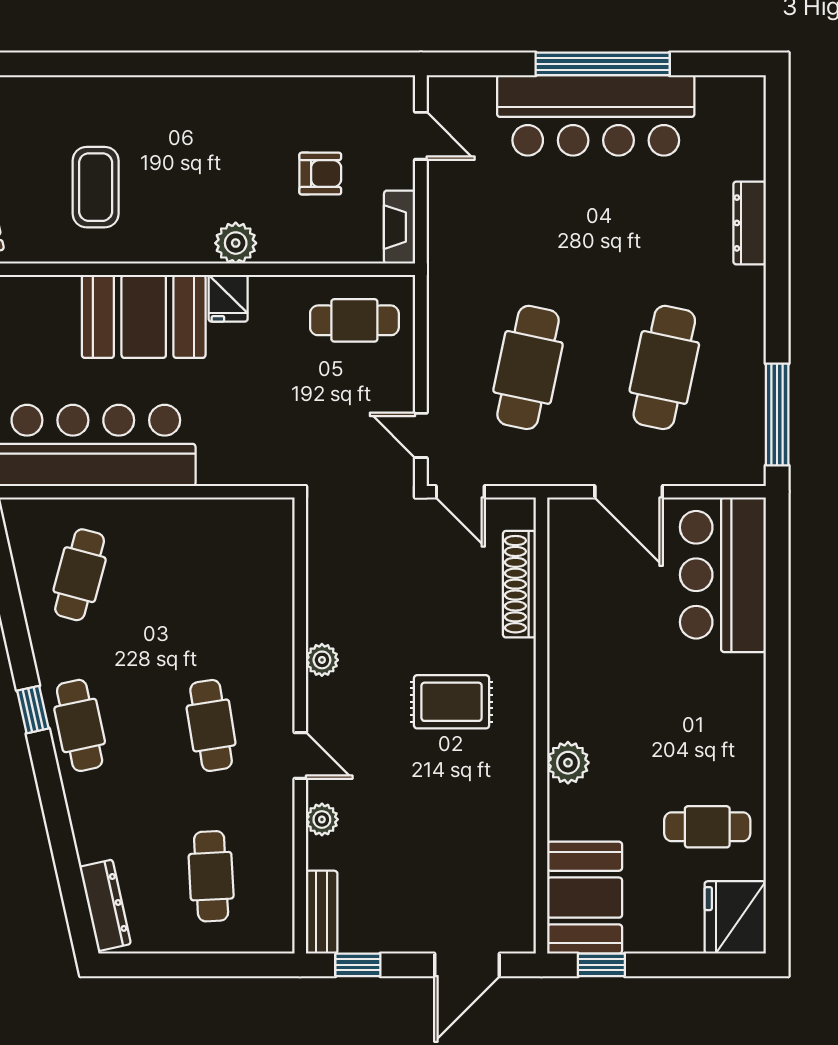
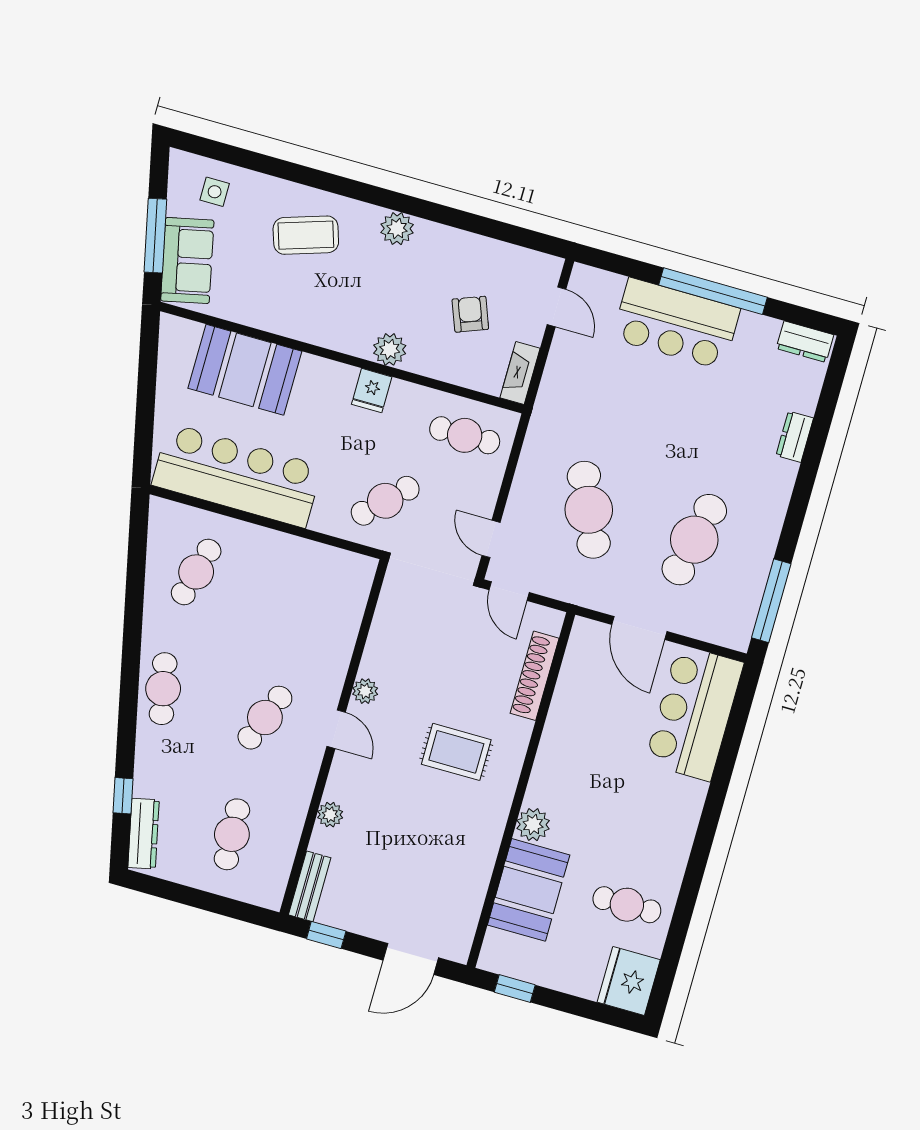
dresser: (730, 93) -> (805, 342), added
plant: (204, 96) -> (397, 229), added
bar counter: (596, 115) -> (676, 324), width x0.73
armchair: (320, 174) -> (470, 314), turned -111
coffee table: (96, 187) -> (306, 235), moved, turned 72
dresser: (750, 223) -> (795, 437), width x0.70
booth: (144, 316) -> (245, 370), moved
cafe table: (528, 367) -> (589, 510), turned -36
cafe table: (282, 426) -> (385, 501), added
window: (33, 710) -> (123, 796), moved
cafe table: (211, 725) -> (265, 718), turned 30
door: (300, 755) -> (336, 729), moved
booth: (585, 898) -> (529, 890), moved

